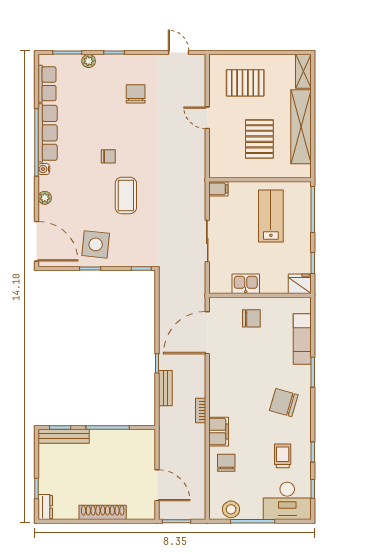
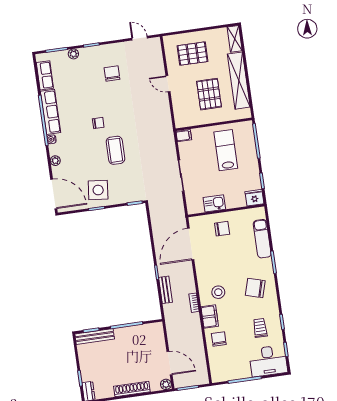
stool: (231, 509) -> (218, 292), moved
plant: (148, 513) -> (166, 384), added

